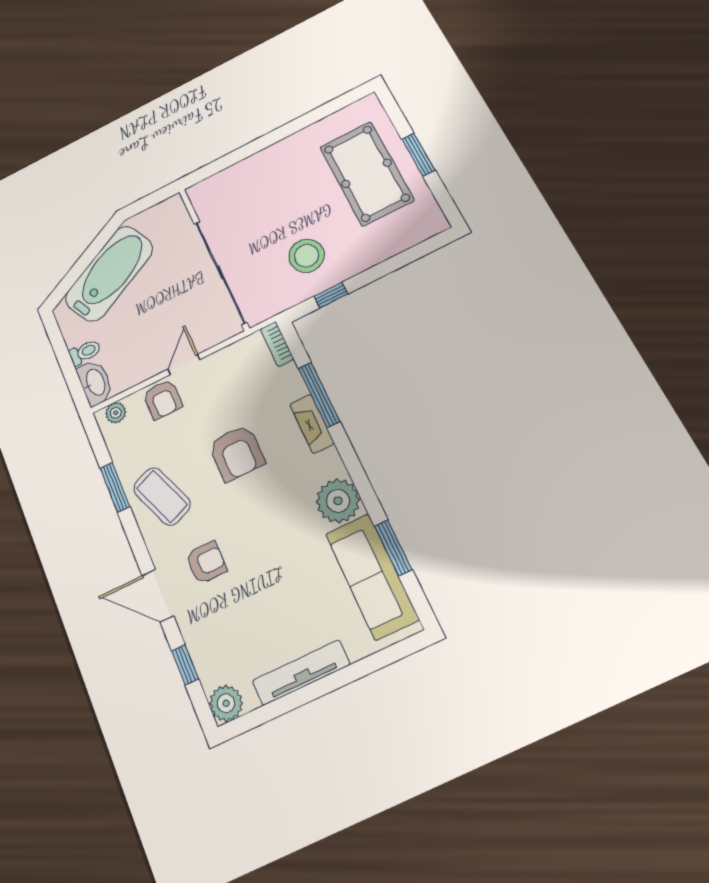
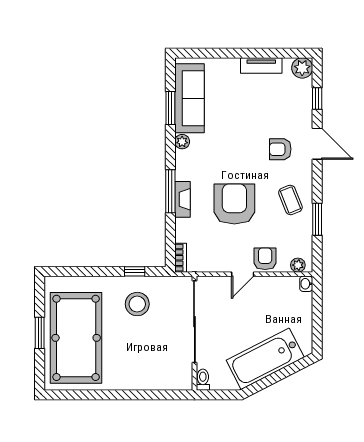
pool table: (366, 173) -> (76, 338), width x1.36, depth x1.32
toilet: (85, 352) -> (203, 380), moved, turned 90
washbasin: (95, 383) -> (306, 284), width x0.52, depth x0.69
window: (319, 395) -> (170, 191), moved
armchair: (237, 453) -> (234, 204), width x1.36, depth x1.36
coffee table: (162, 496) -> (290, 200), width x0.73, depth x0.77
plant: (338, 501) -> (182, 142), width x0.53, depth x0.53
tv unit: (301, 673) -> (261, 65), width x0.71

